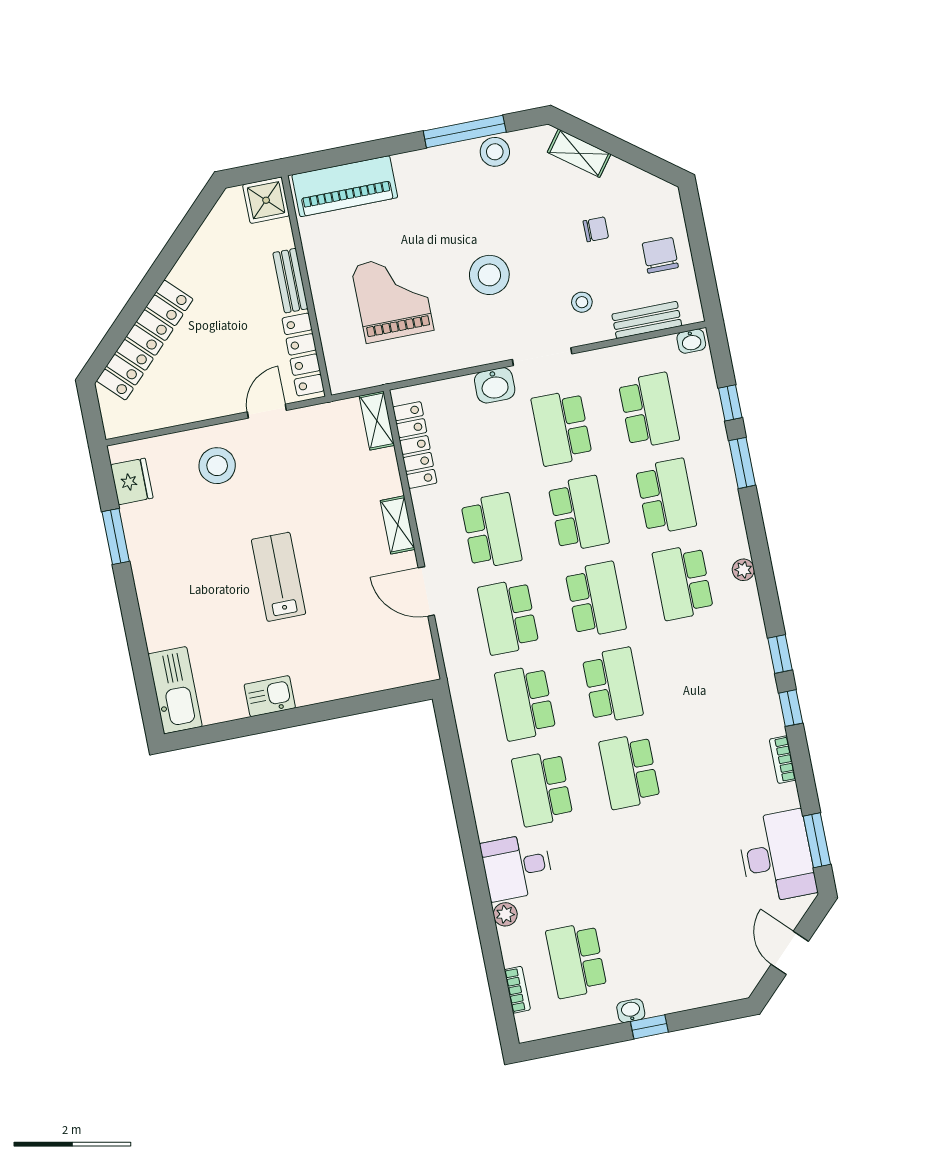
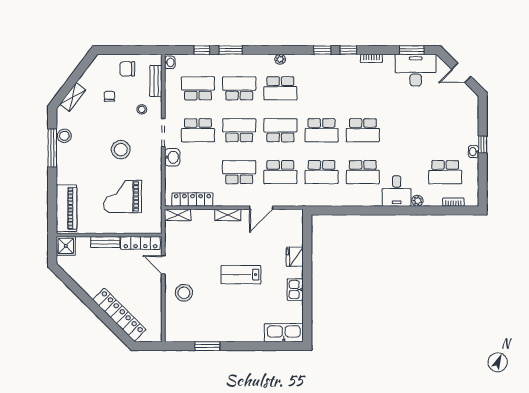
fridge: (132, 481) -> (295, 257), moved, turned -90
school desk: (613, 685) -> (322, 130), turned 180

